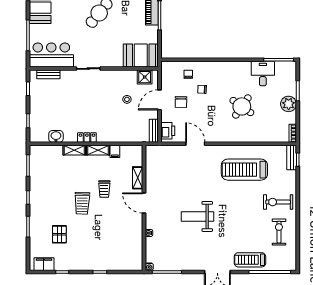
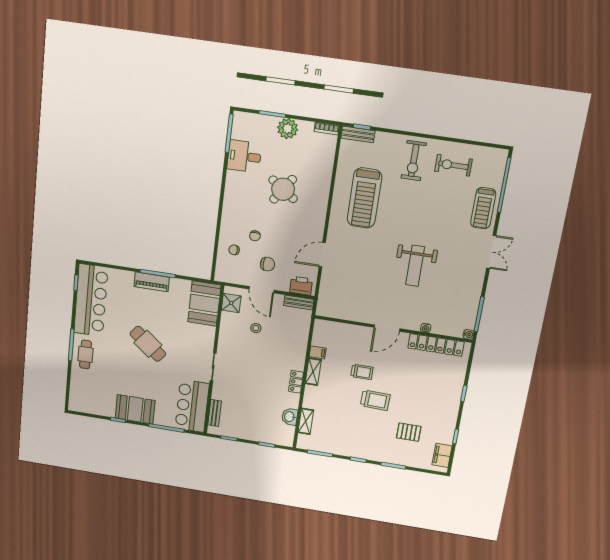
shelving: (74, 150) -> (306, 421), moved
shelving: (138, 178) -> (354, 331), removed
locker: (136, 243) -> (436, 345), added

